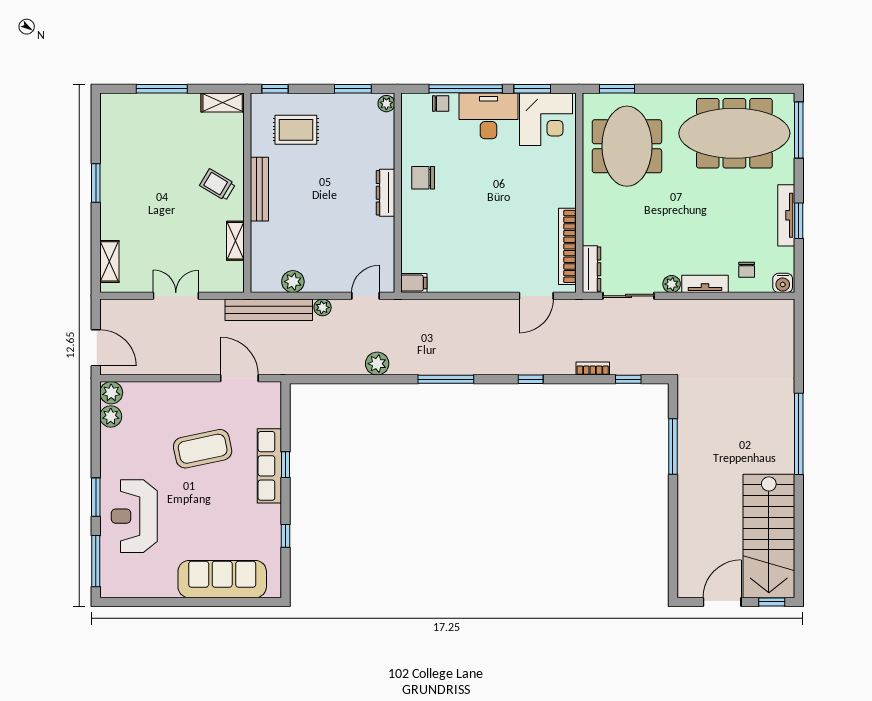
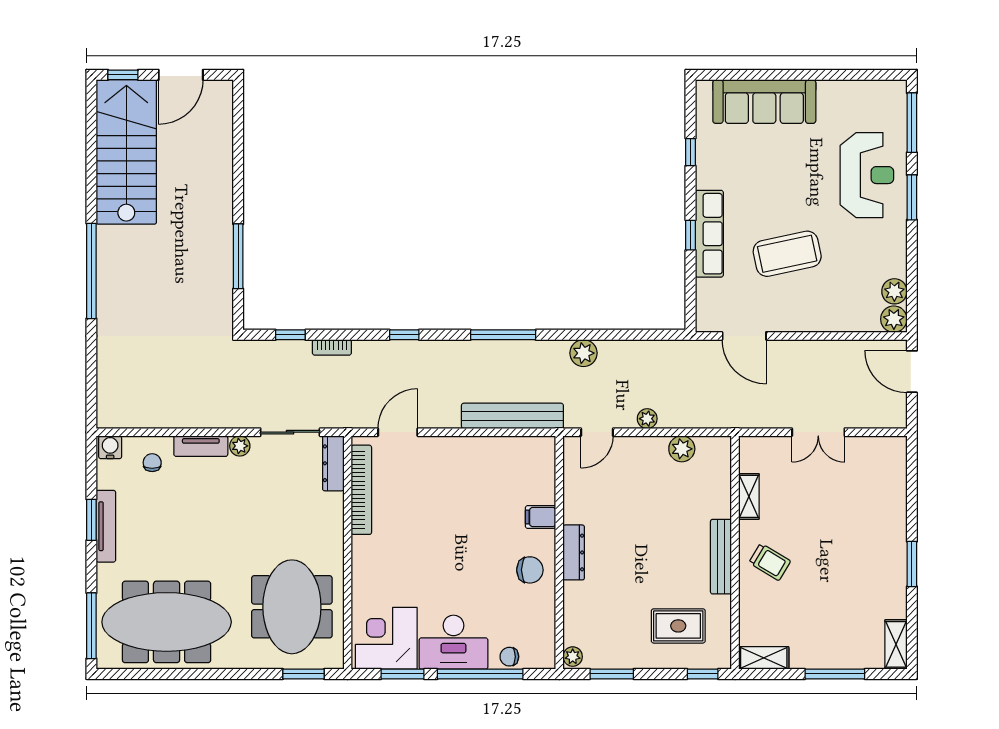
shelving: (109, 261) -> (896, 644), moved
filing cabinet: (414, 283) -> (541, 517), moved
bench: (269, 310) -> (512, 416), moved

